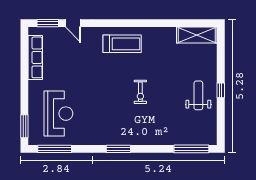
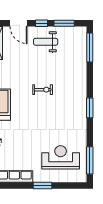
door: (221, 63) -> (19, 23), added
window: (221, 118) -> (64, 23), added
window: (24, 126) -> (42, 185), moved

